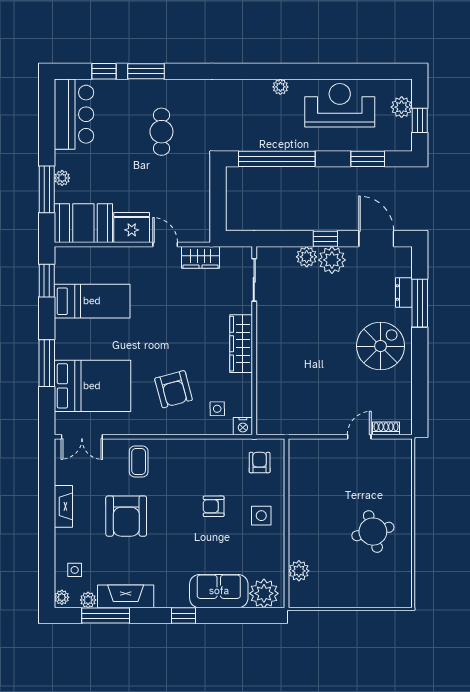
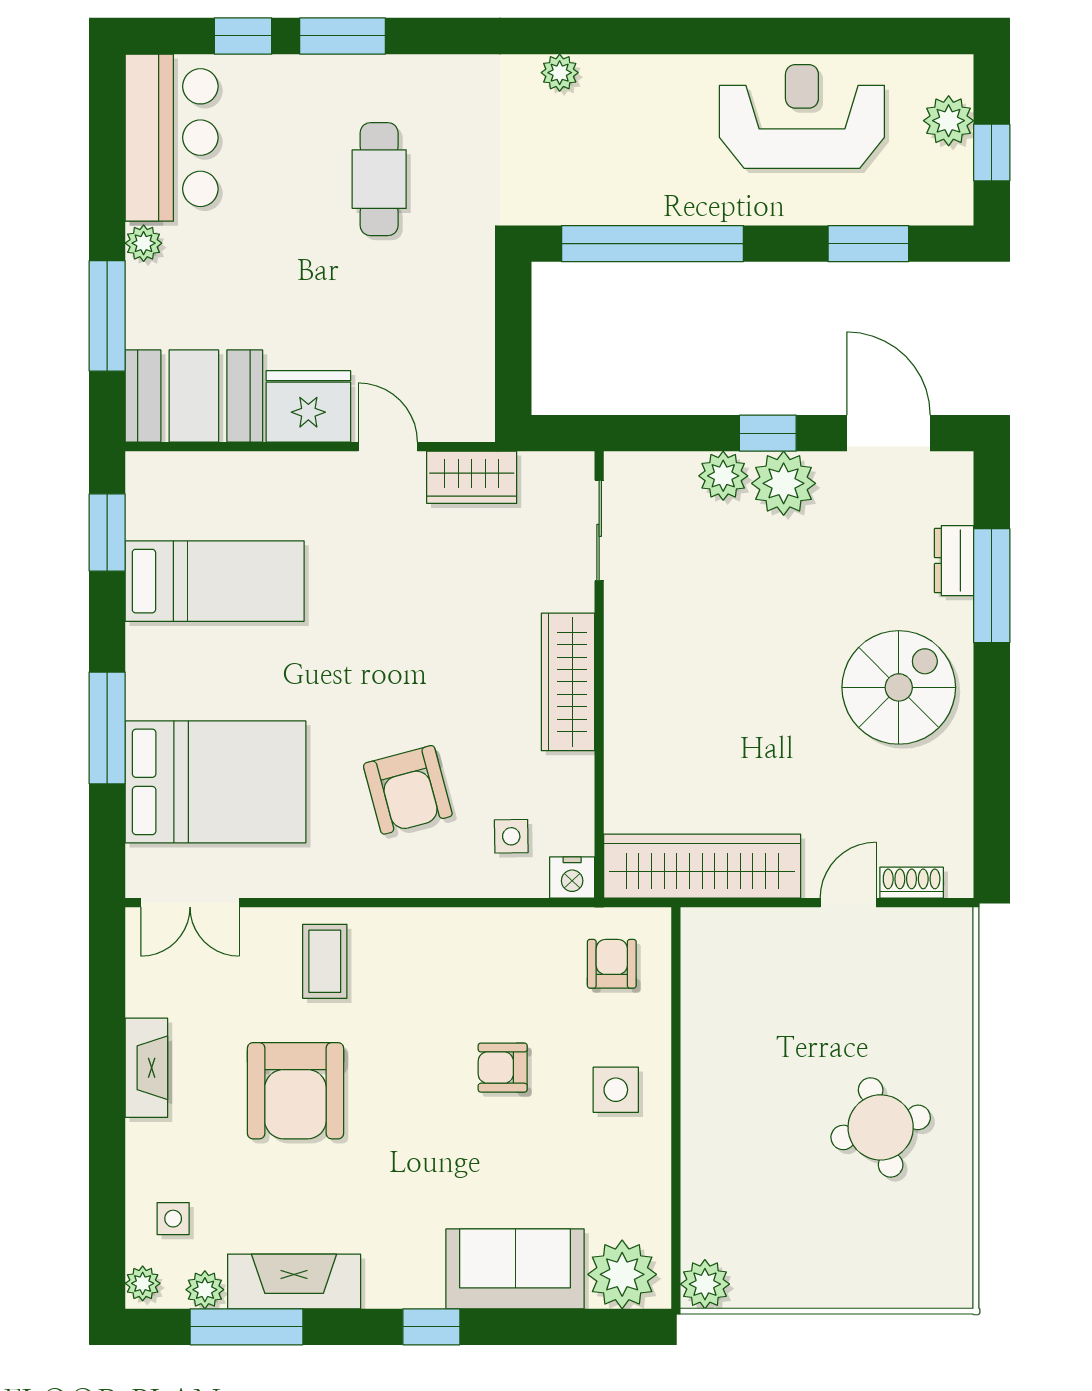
plant: (280, 87) -> (560, 73), moved
plant: (62, 178) -> (144, 243), moved
wardrobe: (298, 421) -> (702, 866), added
plant: (299, 571) -> (705, 1284), moved

